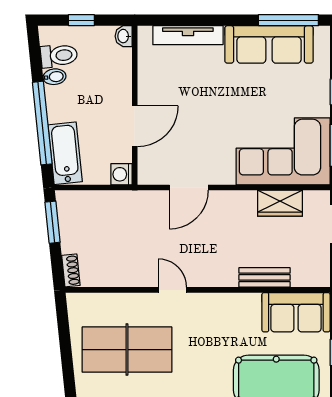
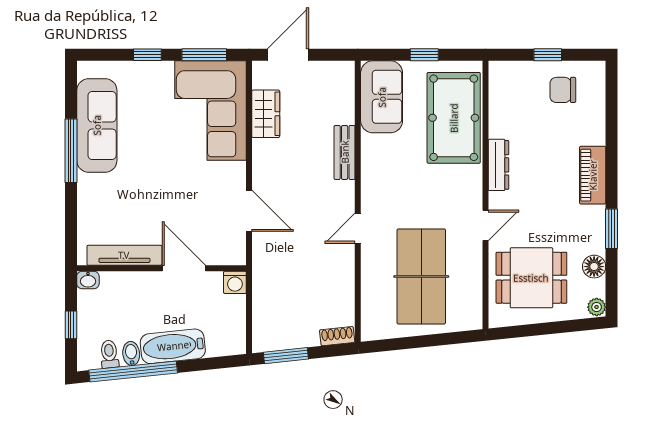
window: (288, 20) -> (71, 151), moved
tv unit: (188, 35) -> (124, 255), moved, turned -90
toilet: (59, 56) -> (109, 354), width x0.73, depth x0.72
window: (42, 123) -> (133, 372), moved
bathtub: (65, 153) -> (173, 346), moved
bench: (265, 277) -> (345, 152), moved

